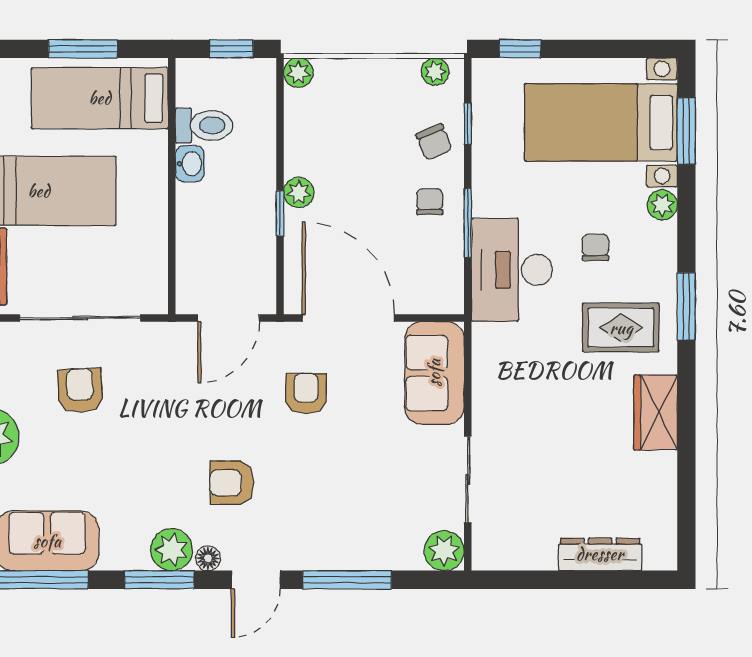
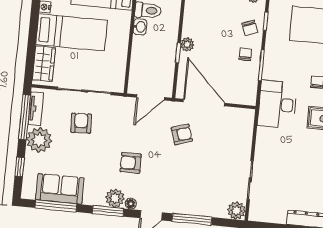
desk: (512, 270) -> (277, 104), moved
sofa: (434, 373) -> (240, 131), removed
armchair: (306, 393) -> (182, 134), turned 72
armchair: (232, 483) -> (131, 163), moved

